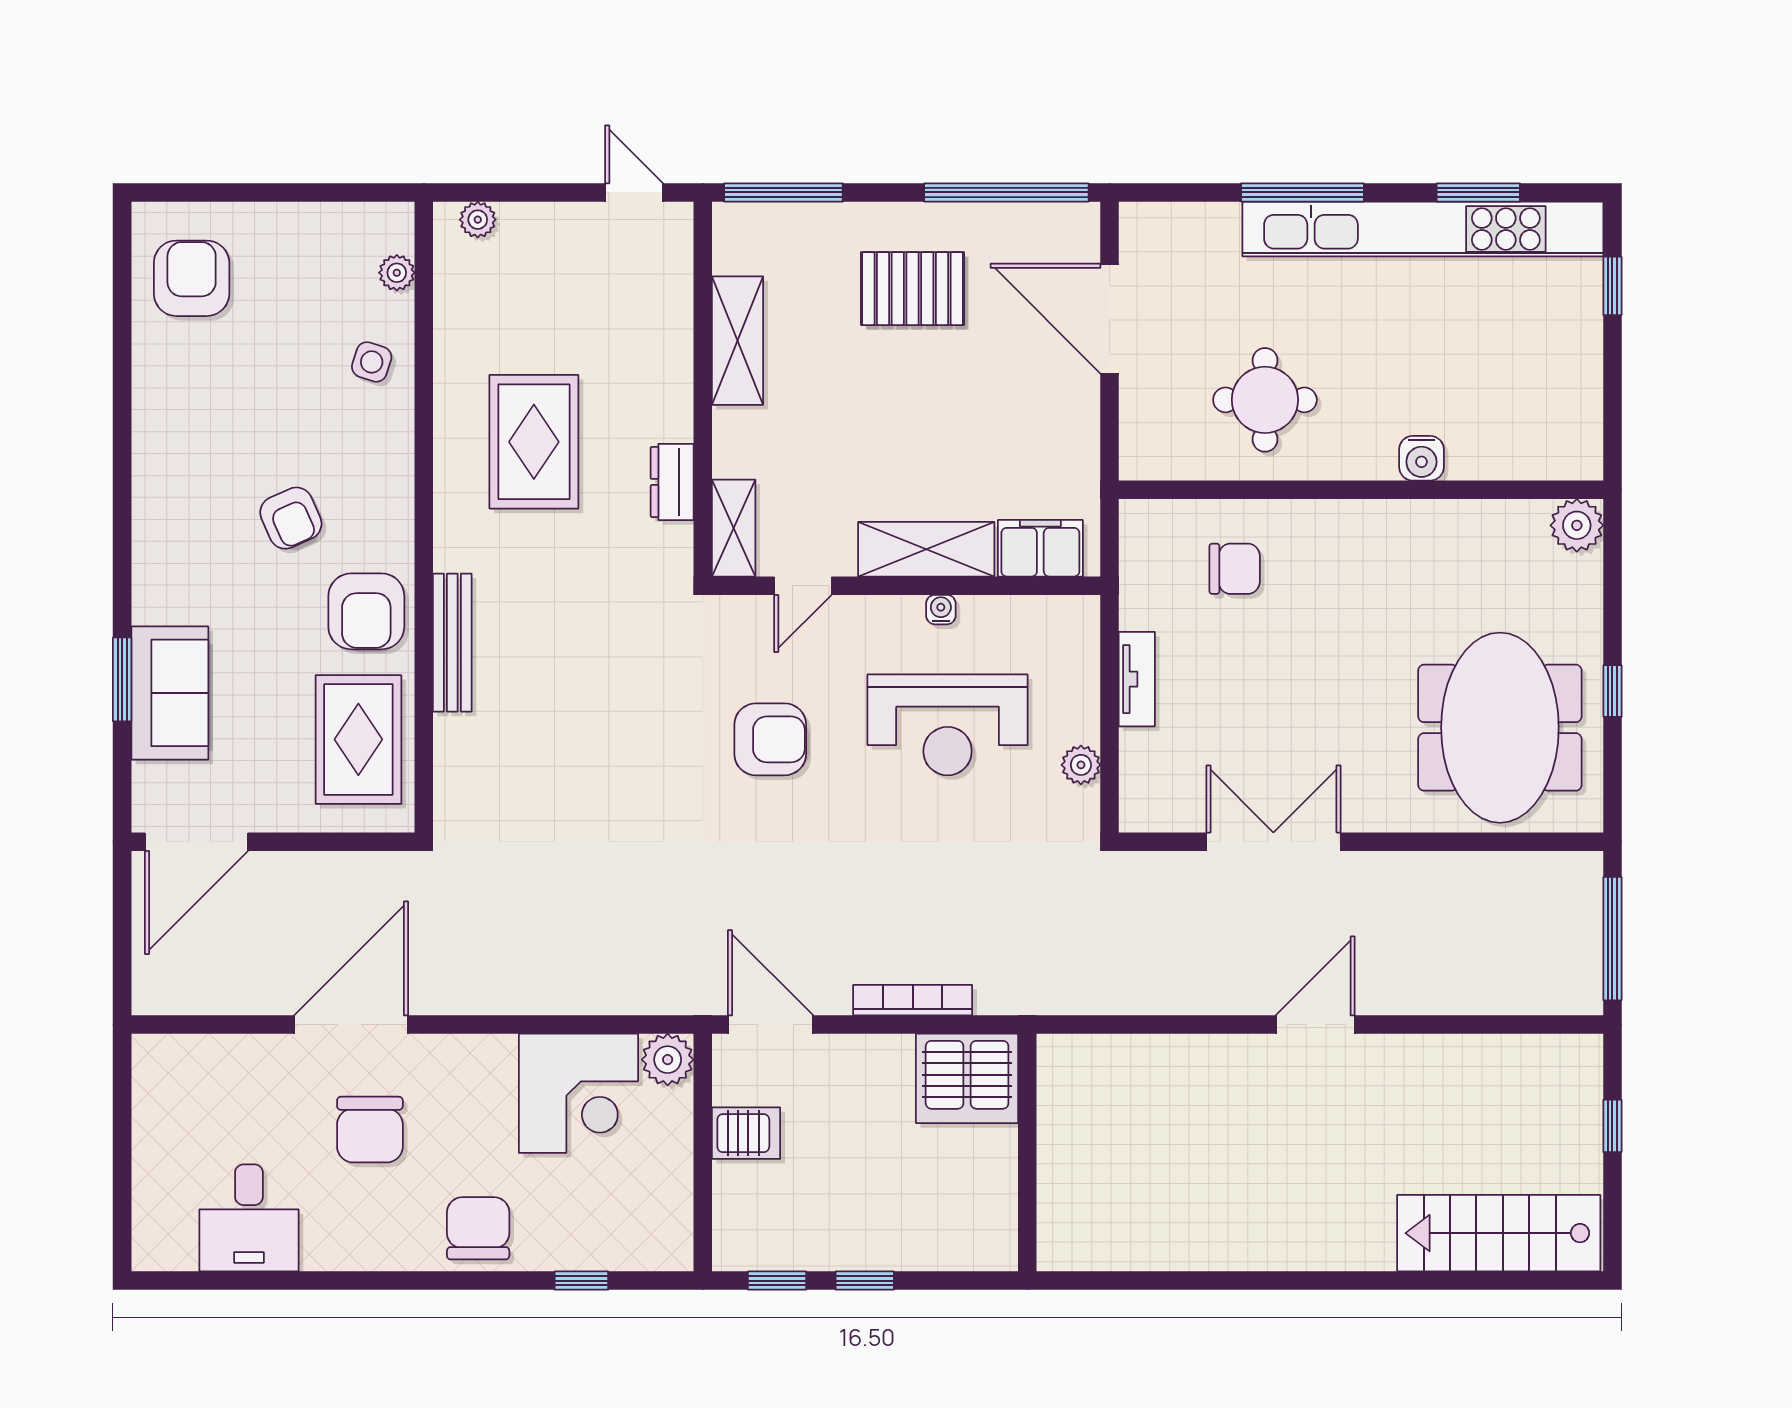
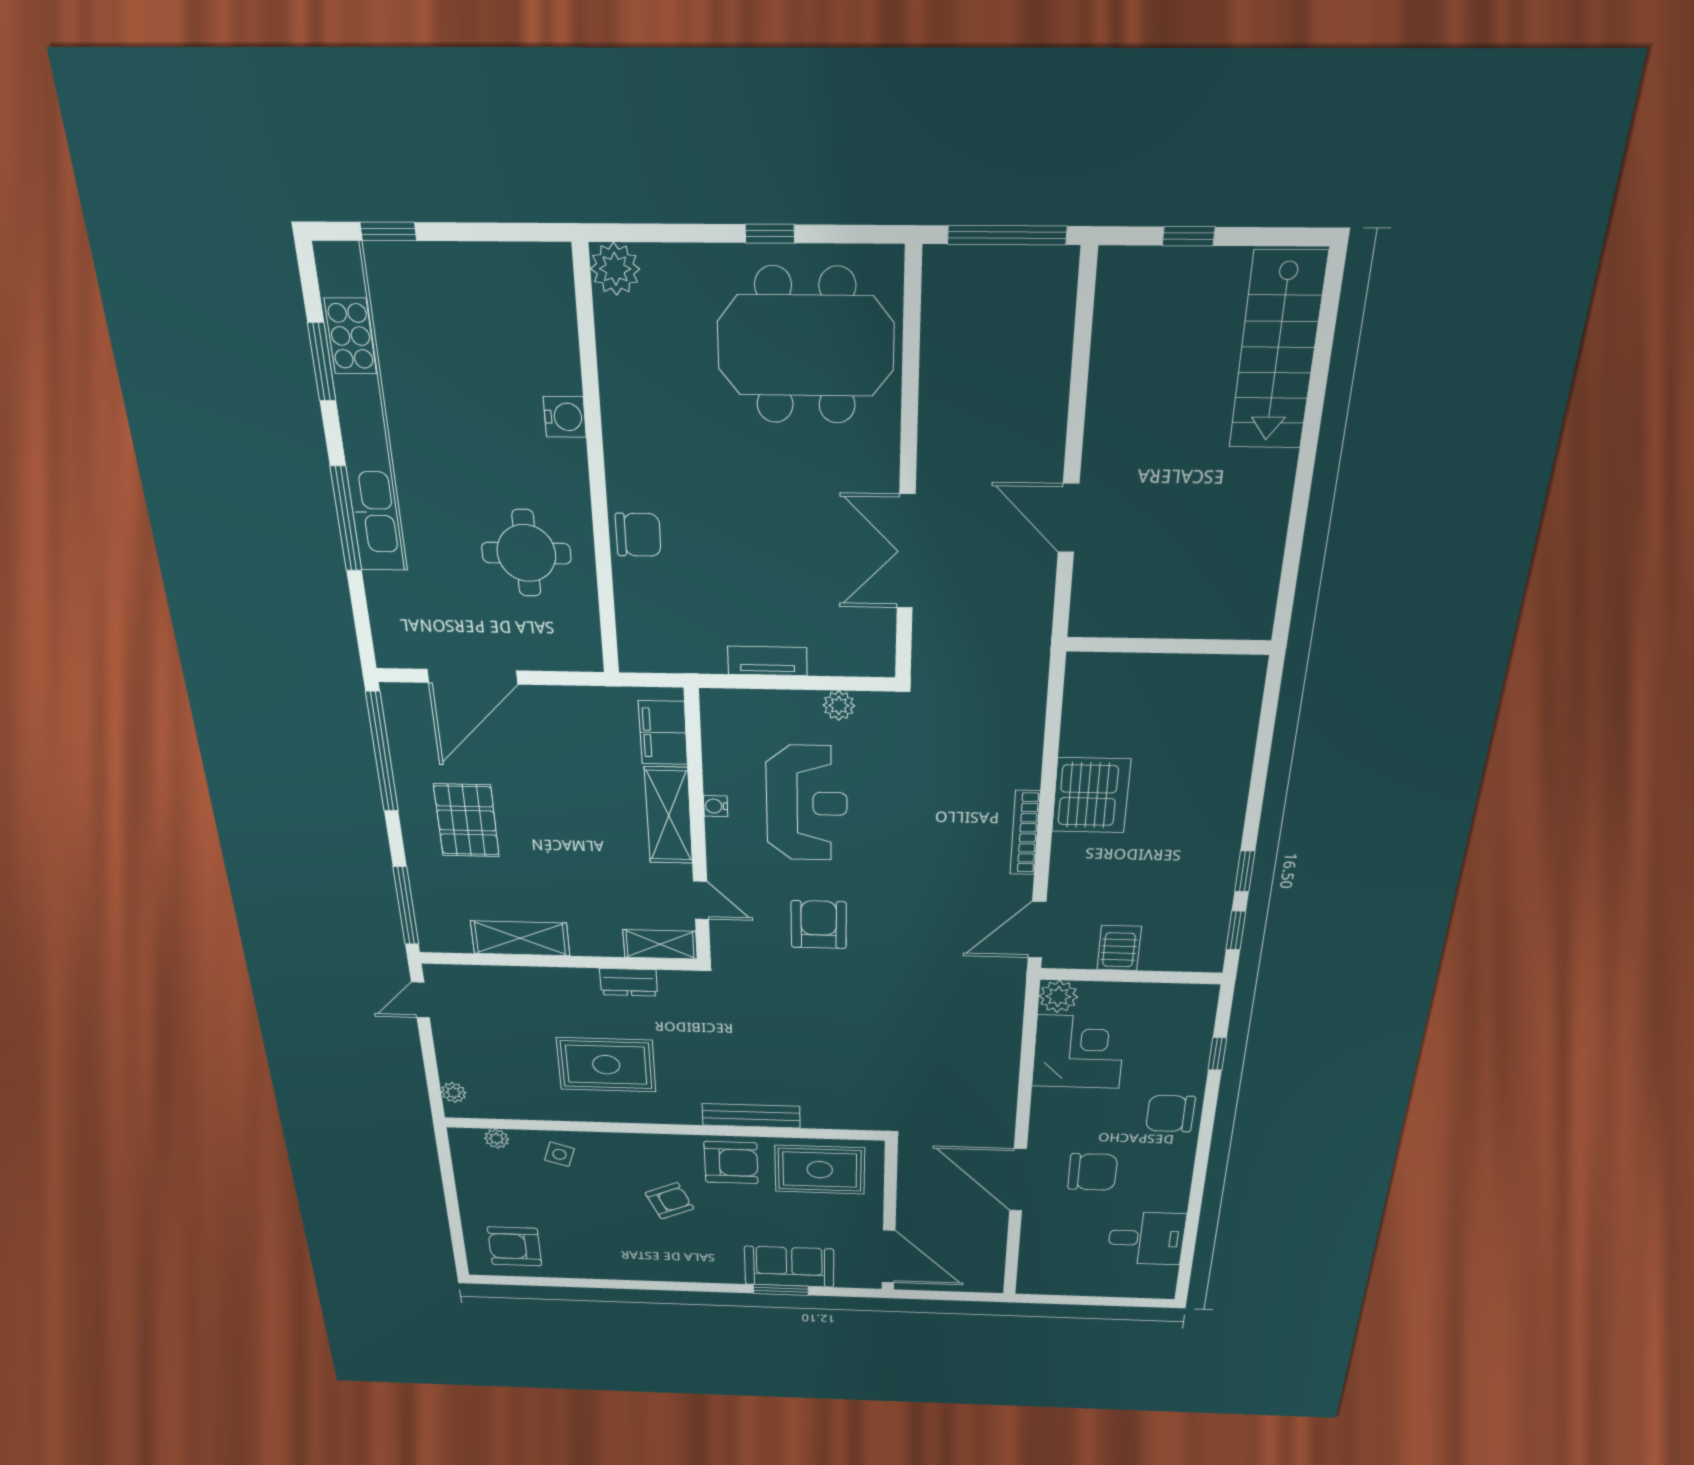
chair: (1235, 569) -> (638, 535), moved, turned 90
wall: (1027, 1153) -> (1168, 646), moved

